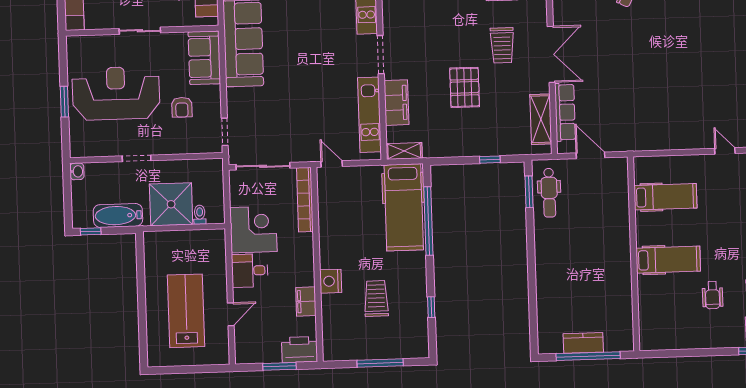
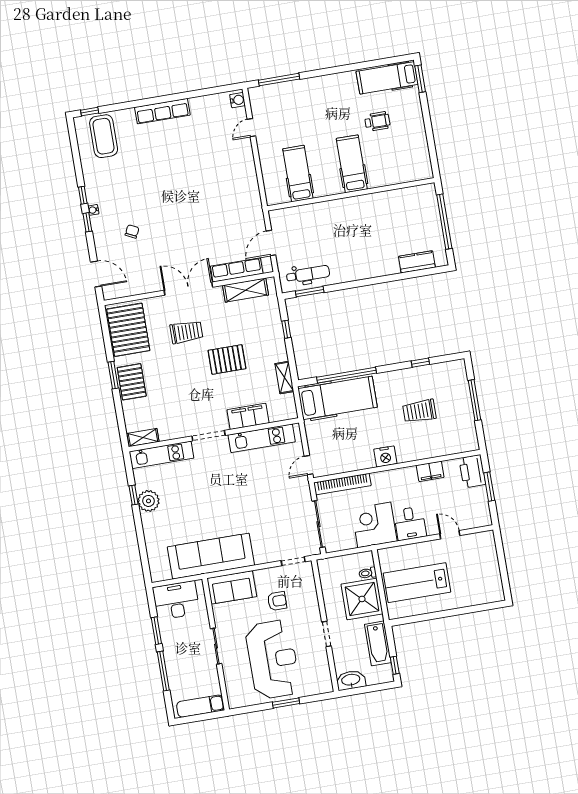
reception desk: (116, 93) -> (273, 659), turned 180
shelving: (404, 151) -> (284, 378), moved
washbasin: (77, 171) -> (351, 680), width x1.91, depth x1.45
nightstand: (331, 281) -> (385, 456), moved
lab bench: (186, 311) -> (417, 583), moved
kitchen counter: (583, 343) -> (417, 262), moved, turned 90

